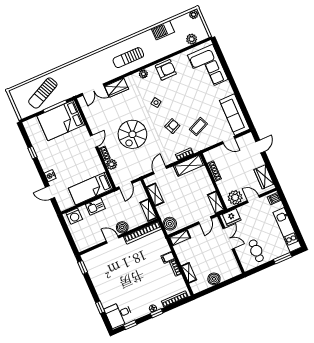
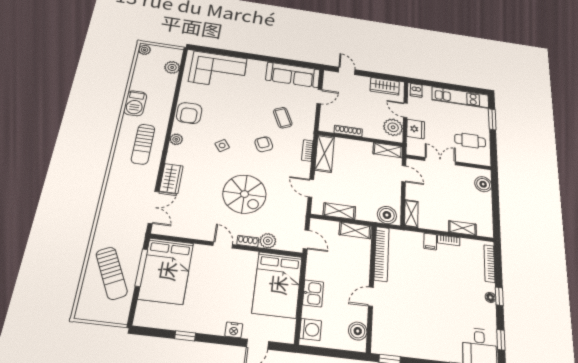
barbecue: (163, 30) -> (135, 103), moved
armchair: (166, 70) -> (189, 113), turned 180
bed: (91, 188) -> (277, 285), width x1.50
door: (253, 199) -> (405, 110), hinge flipped
fridge: (232, 217) -> (416, 129), moved
boiler: (122, 227) -> (358, 331), moved
boiler: (214, 279) -> (483, 184), moved

